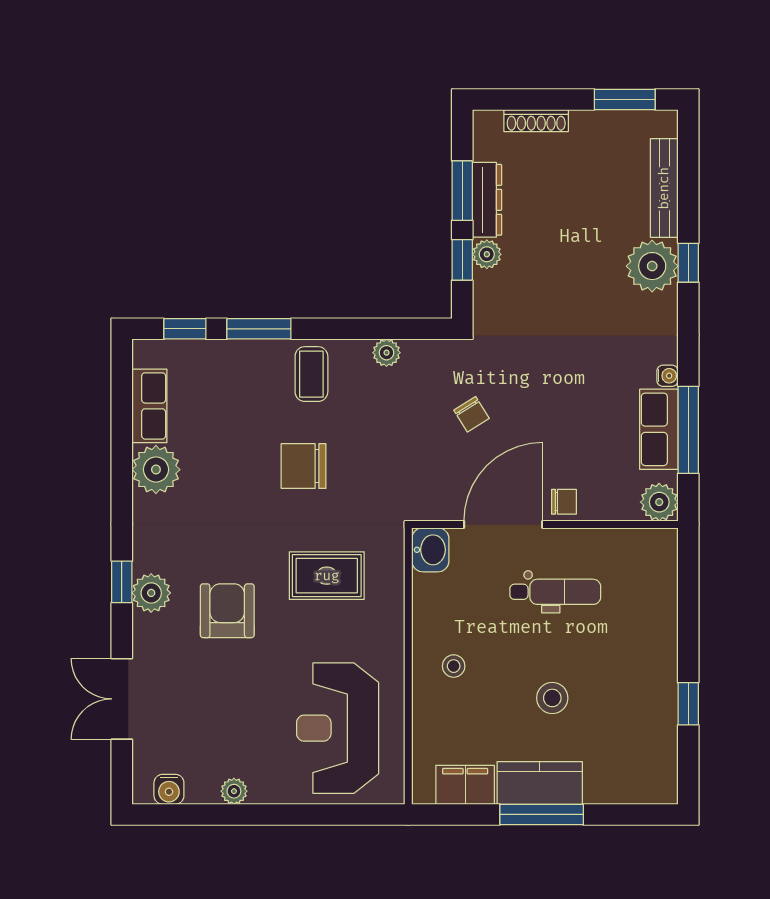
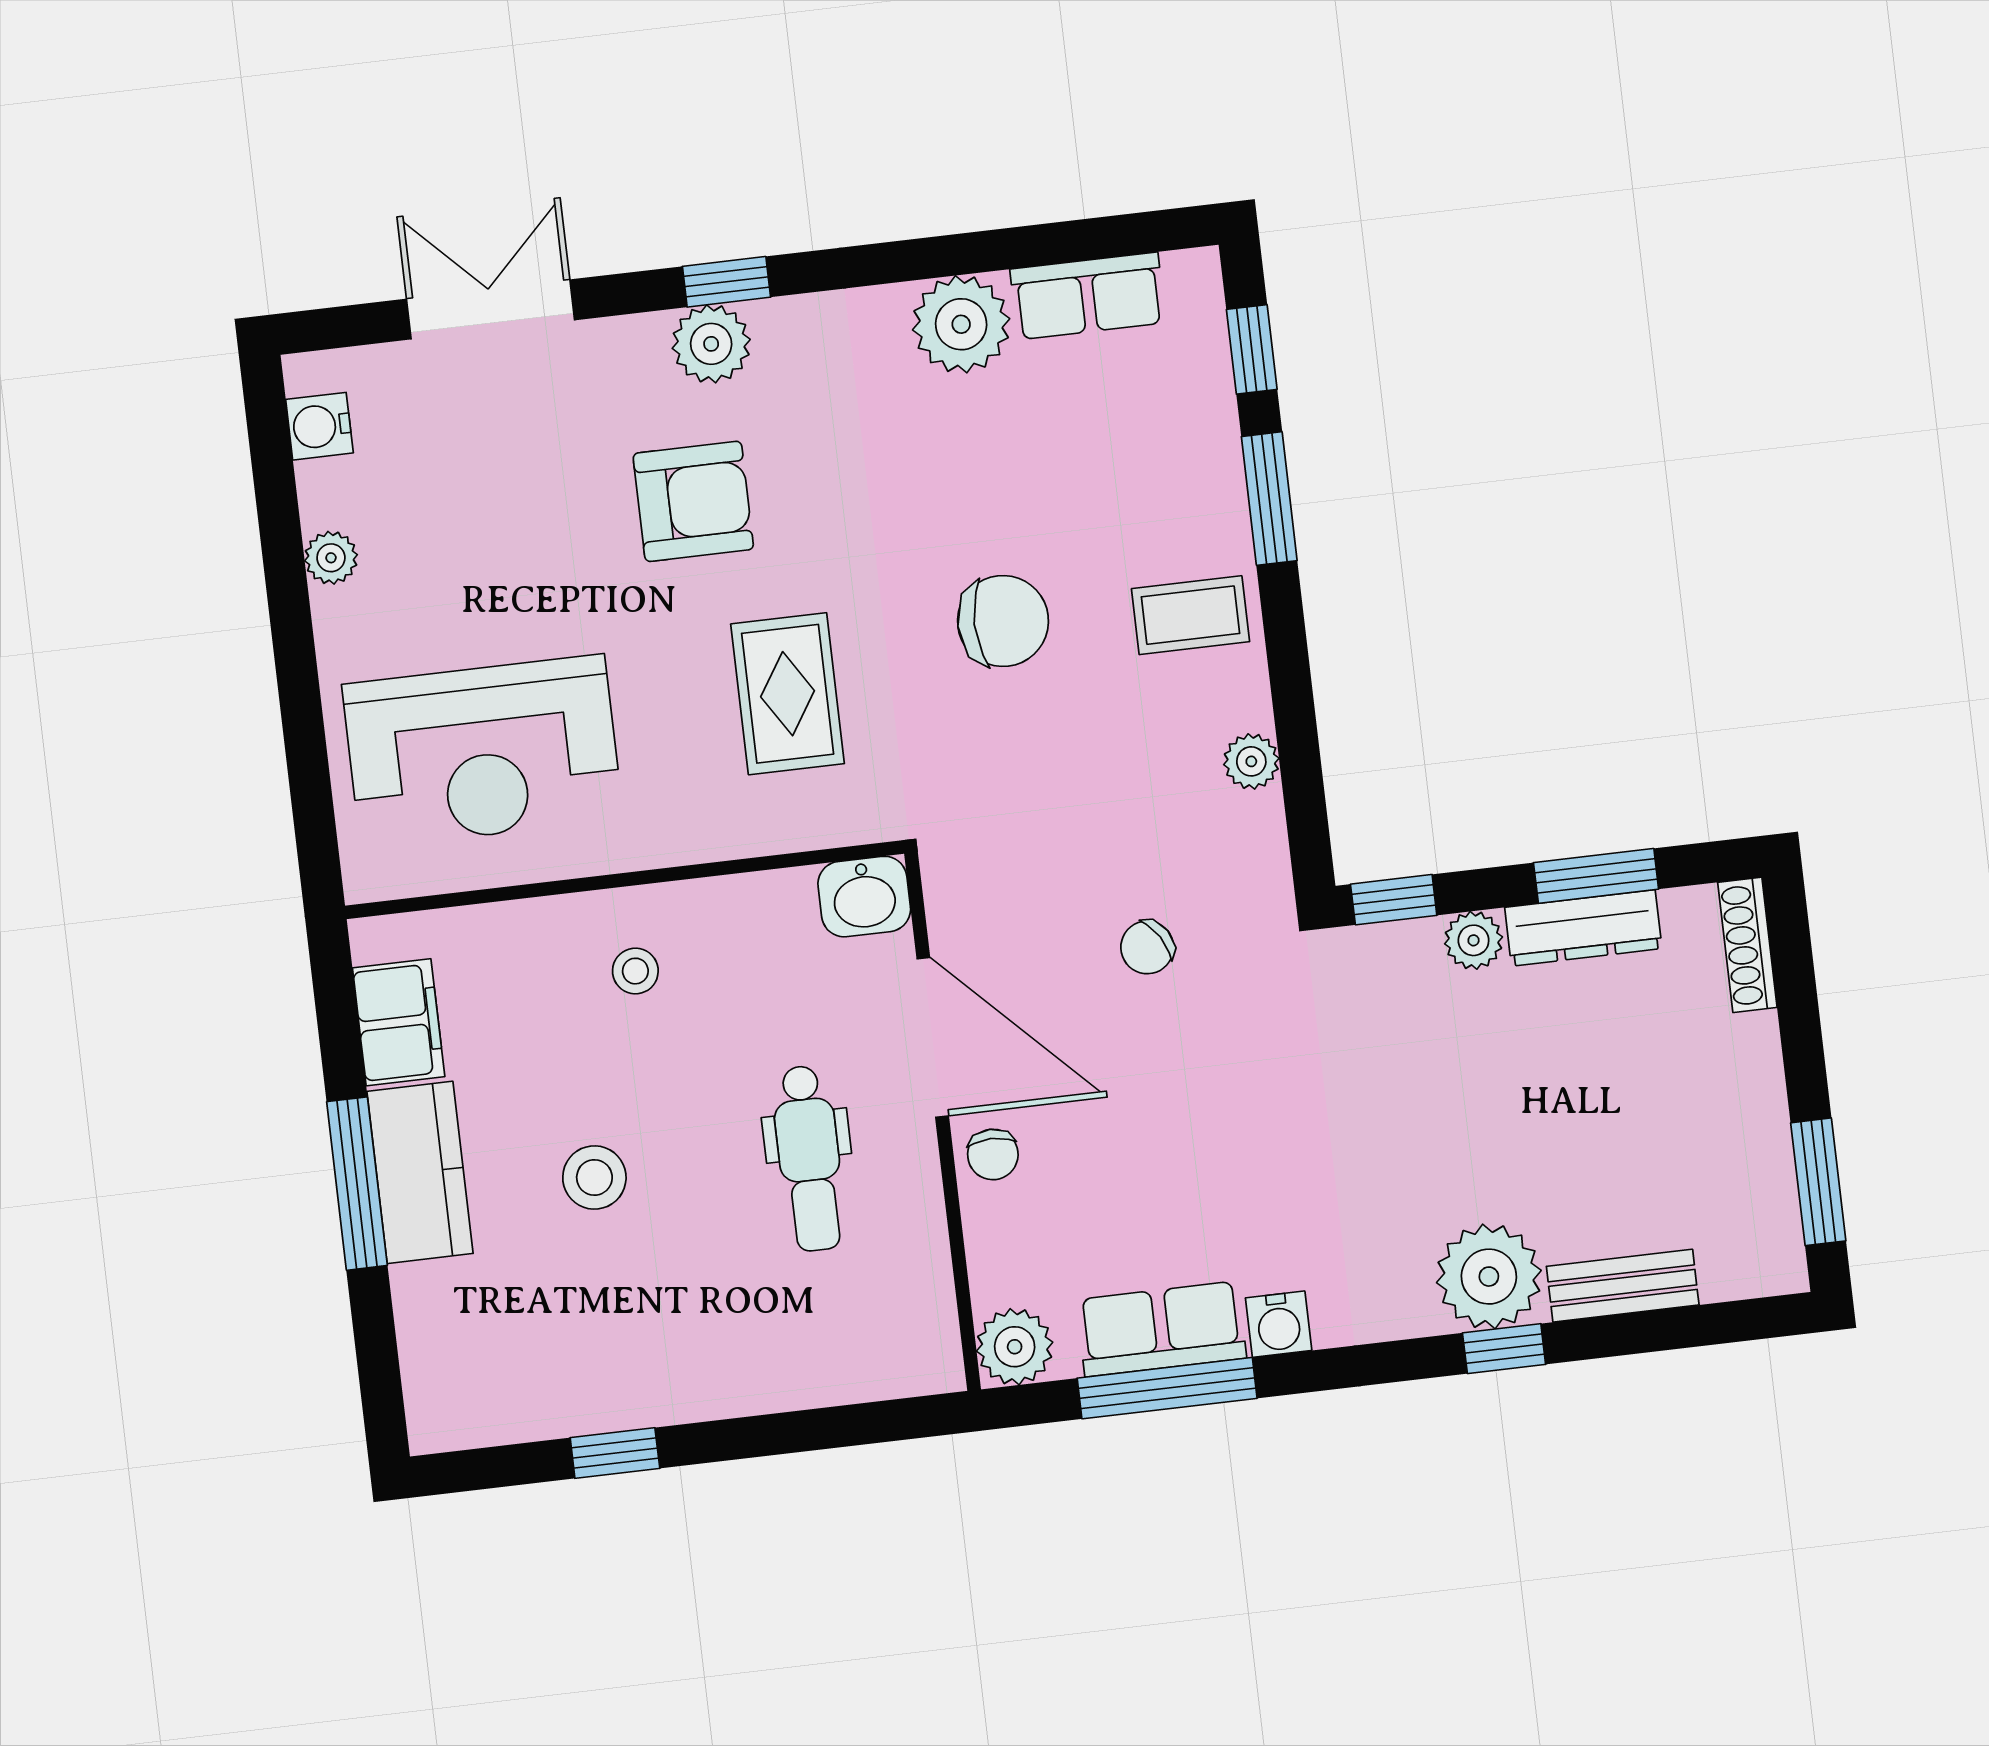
shoe rack: (536, 121) -> (1747, 945), moved
bench: (664, 188) -> (1623, 1286), width x0.73
window: (462, 260) -> (1394, 900), moved
water cooler: (667, 376) -> (1279, 1324), width x1.38, depth x1.38
chair: (304, 466) -> (1003, 621), turned 90
reception desk: (338, 728) -> (483, 752), turned 180

